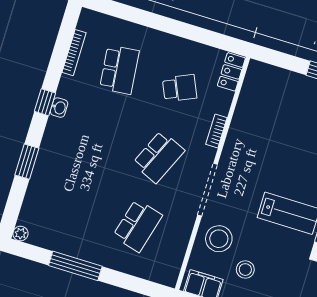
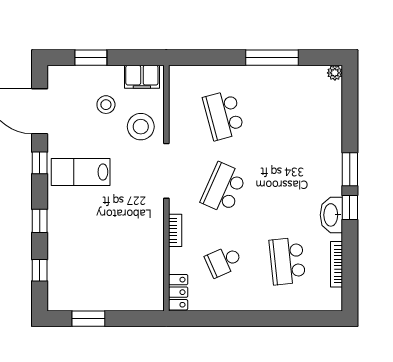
washbasin: (59, 108) -> (331, 215), width x1.91, depth x1.45
window: (27, 162) -> (350, 169), moved
school desk: (138, 226) -> (224, 115), turned -30

